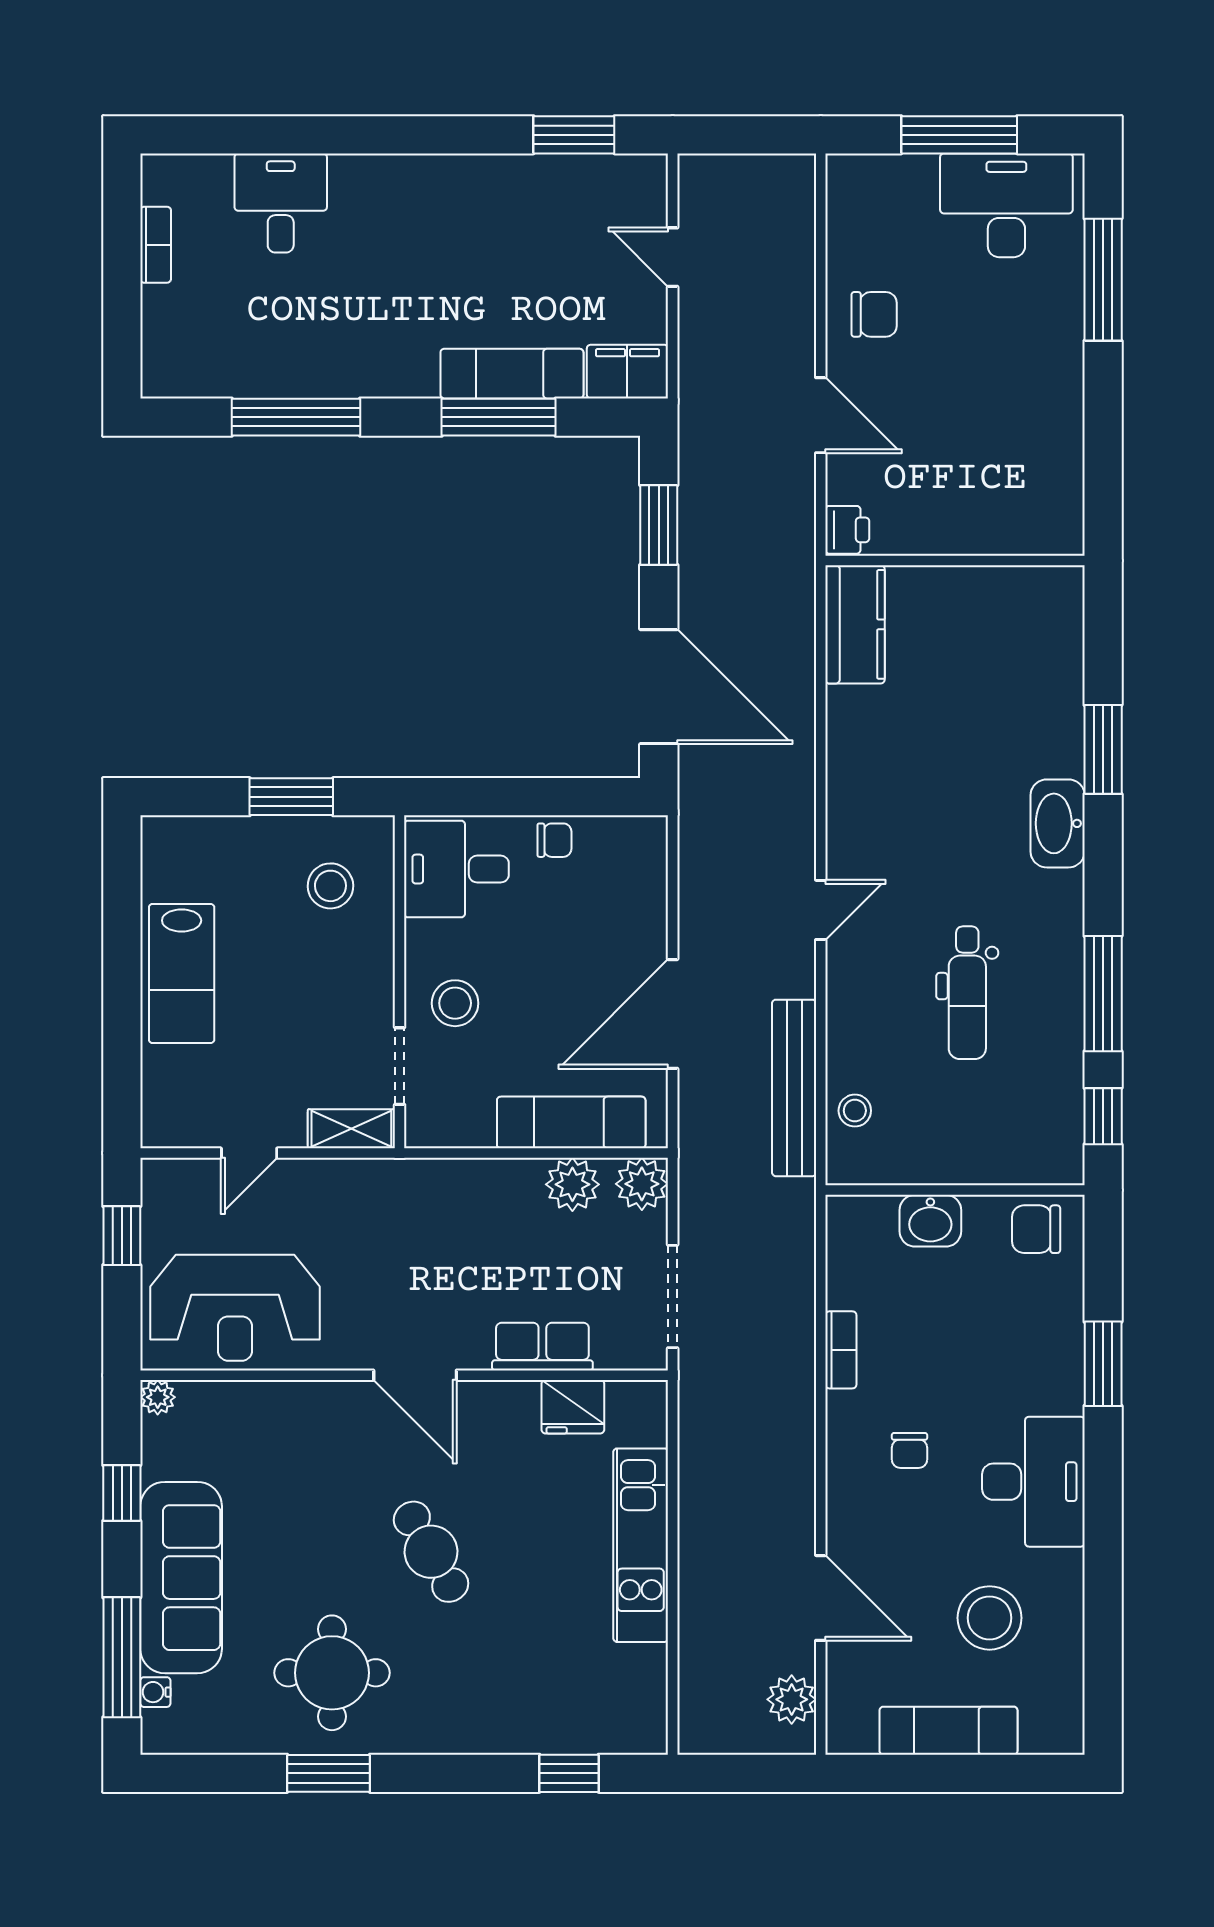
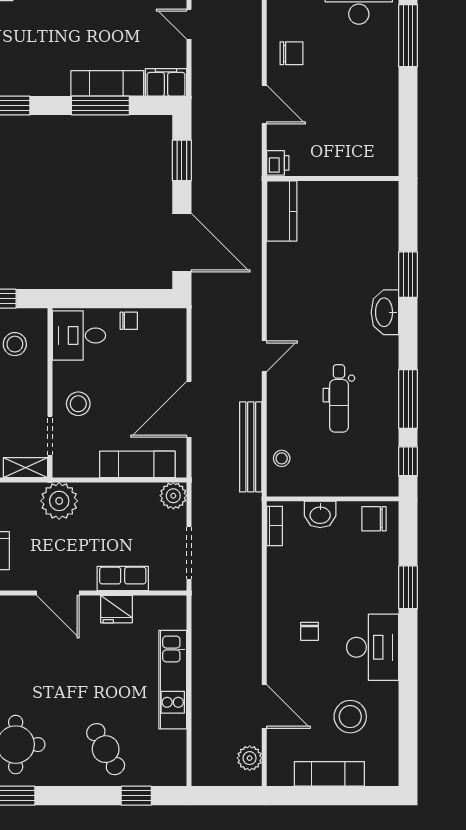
plant: (572, 1184) -> (59, 501), moved, width x1.36, depth x1.36
bookcase: (841, 1350) -> (275, 526), moved
fridge: (573, 1407) -> (116, 609), moved
cafe table: (431, 1552) -> (106, 749), moved

